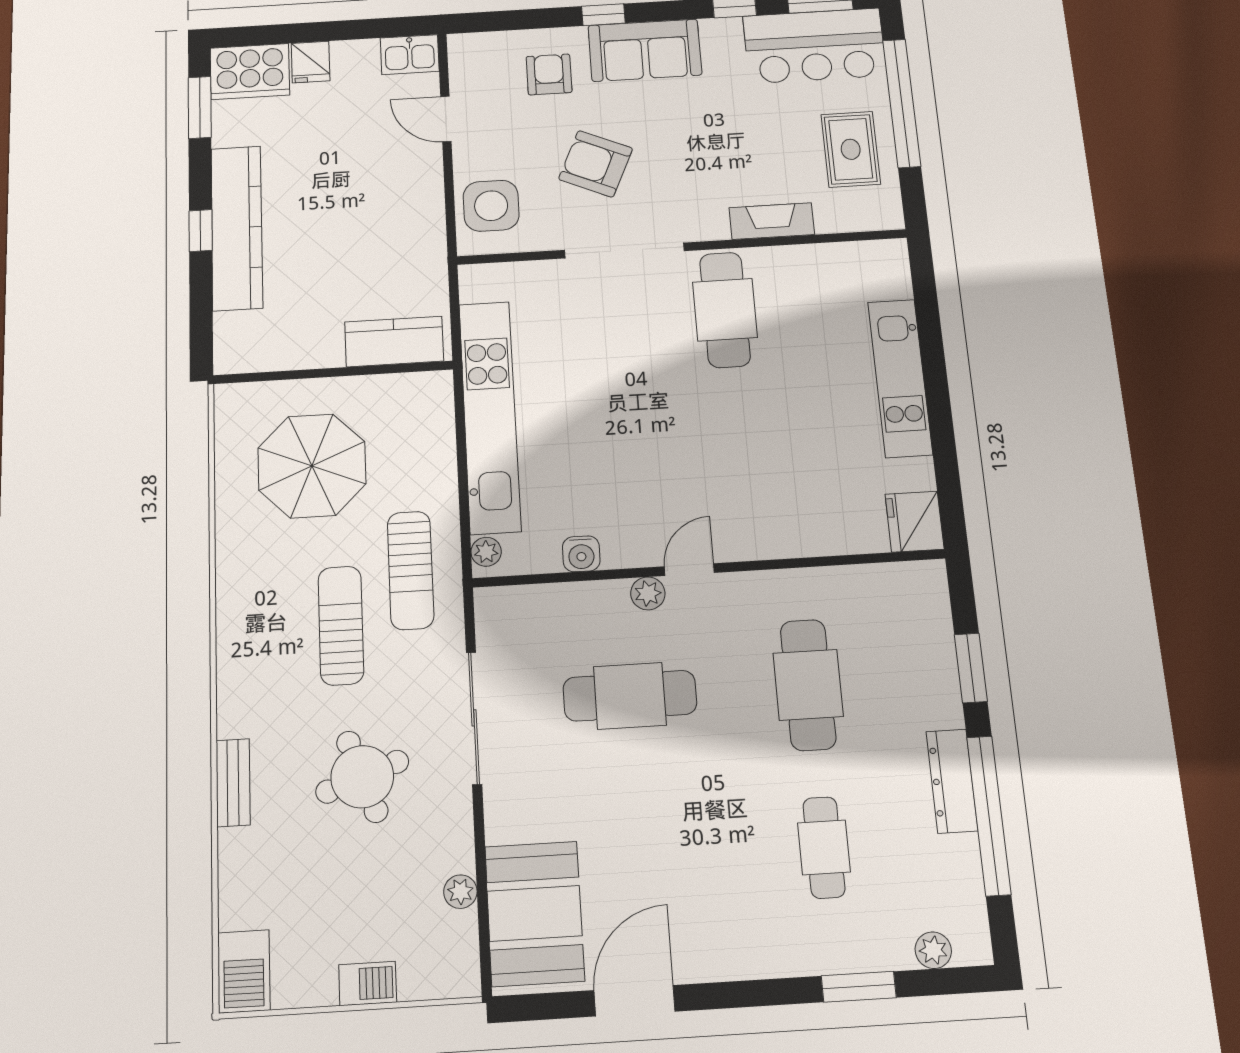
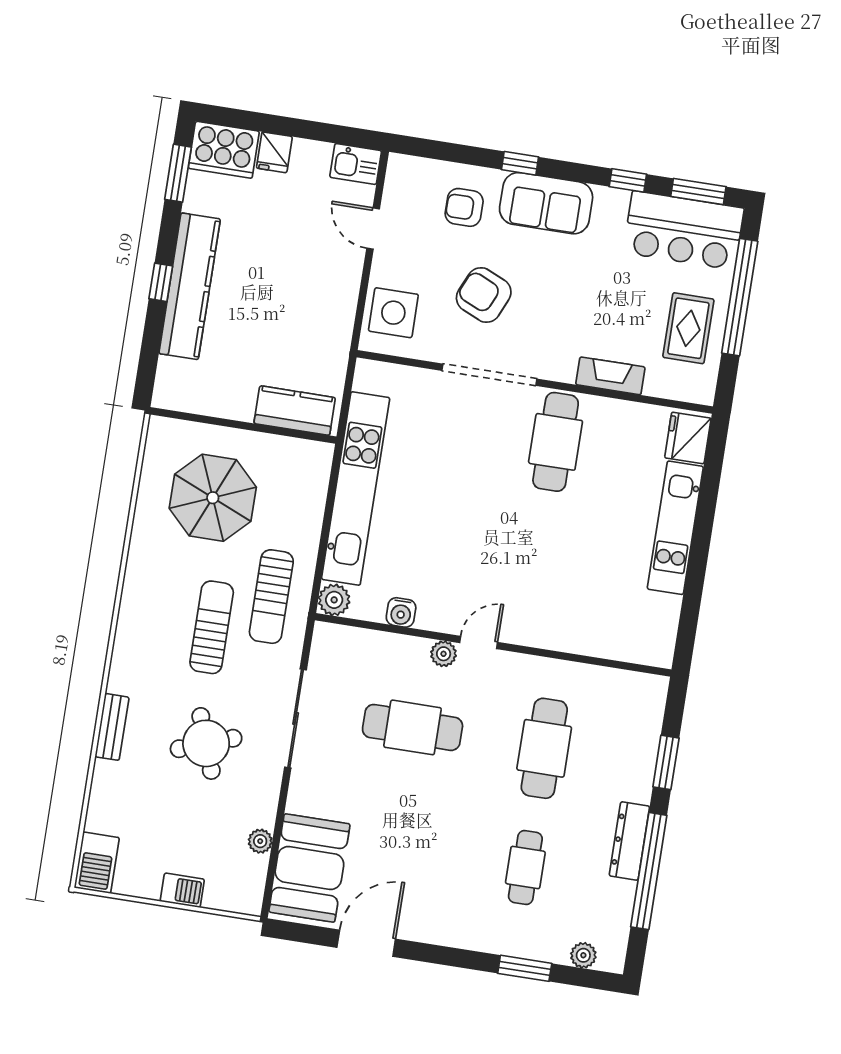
armchair: (549, 74) -> (464, 207), turned -90
fridge: (915, 522) -> (688, 438), moved
plant: (486, 552) -> (334, 600), width x1.38, depth x1.38

